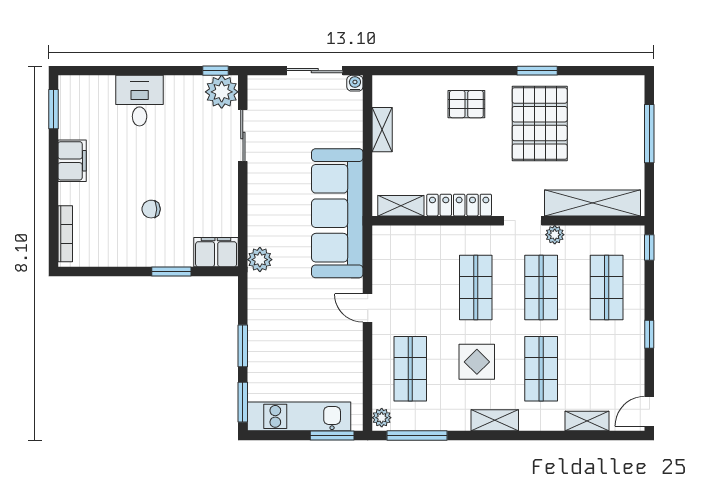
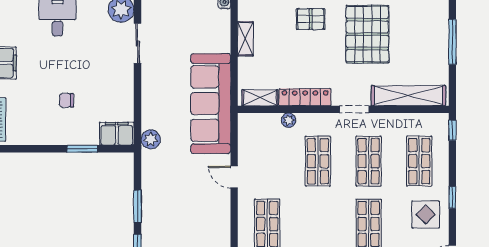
plant: (555, 235) -> (288, 120), moved
display table: (477, 362) -> (426, 215), moved

